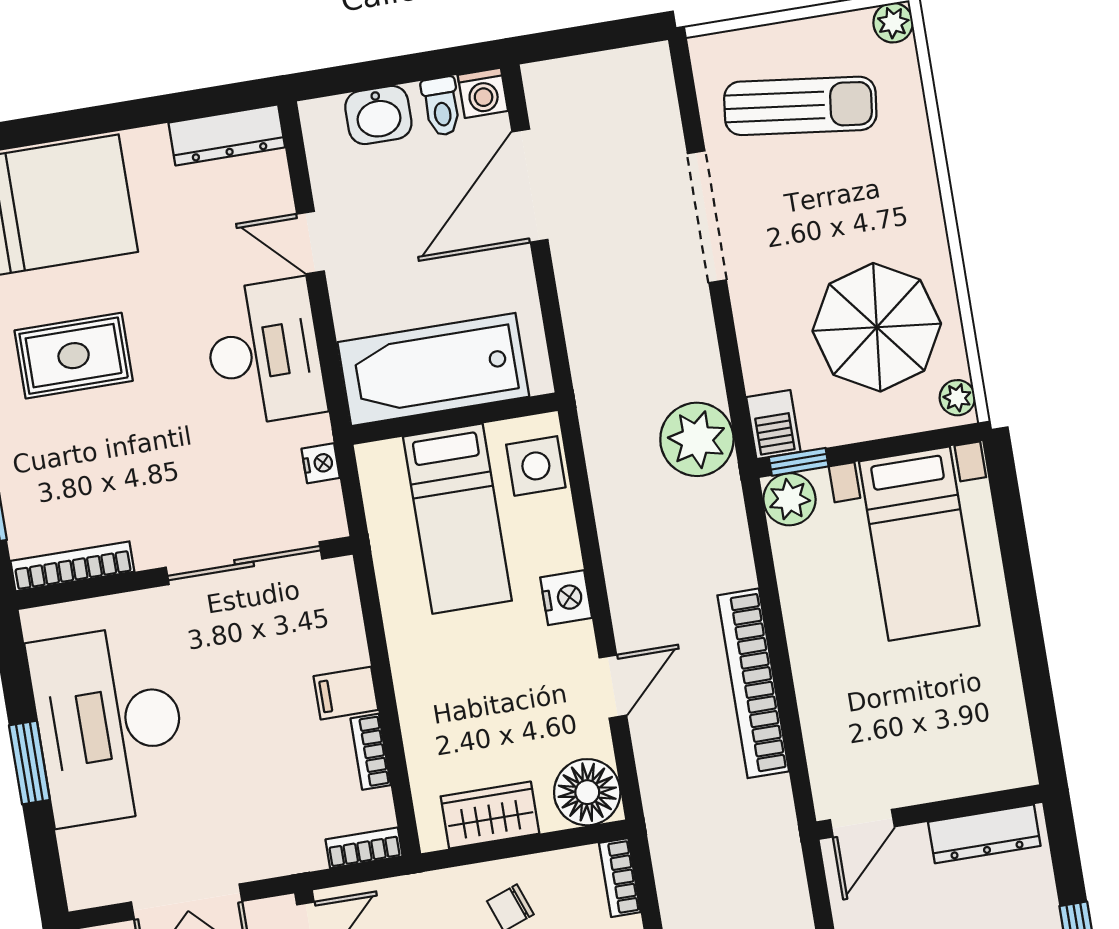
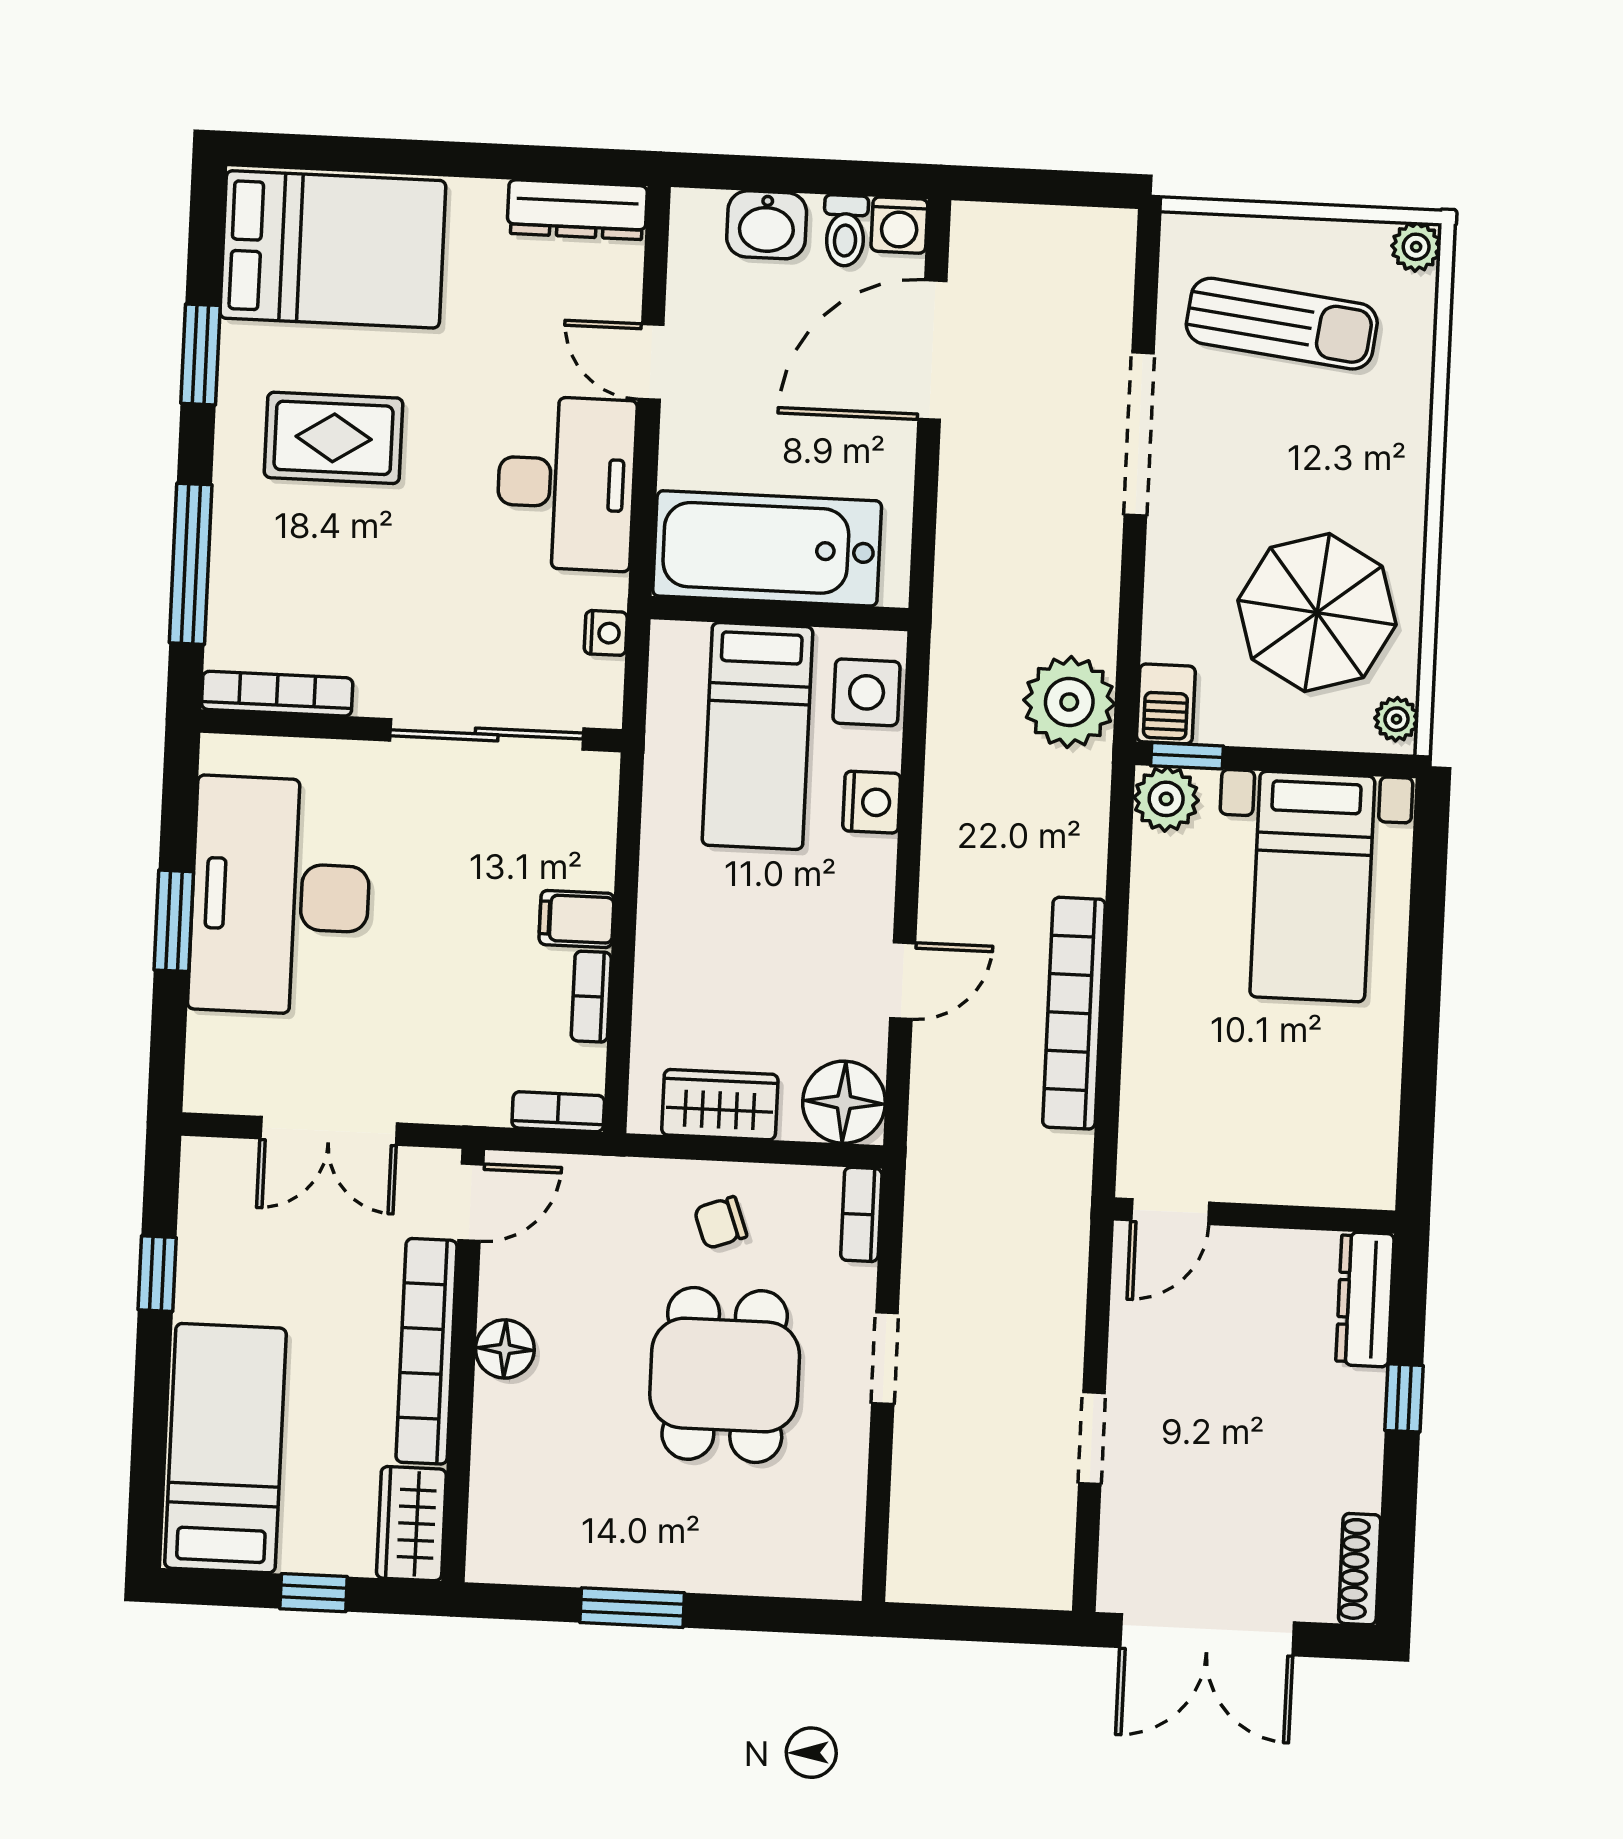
nightstand: (566, 598) -> (872, 802), moved
dresser: (984, 834) -> (1365, 1299), moved, turned 90

